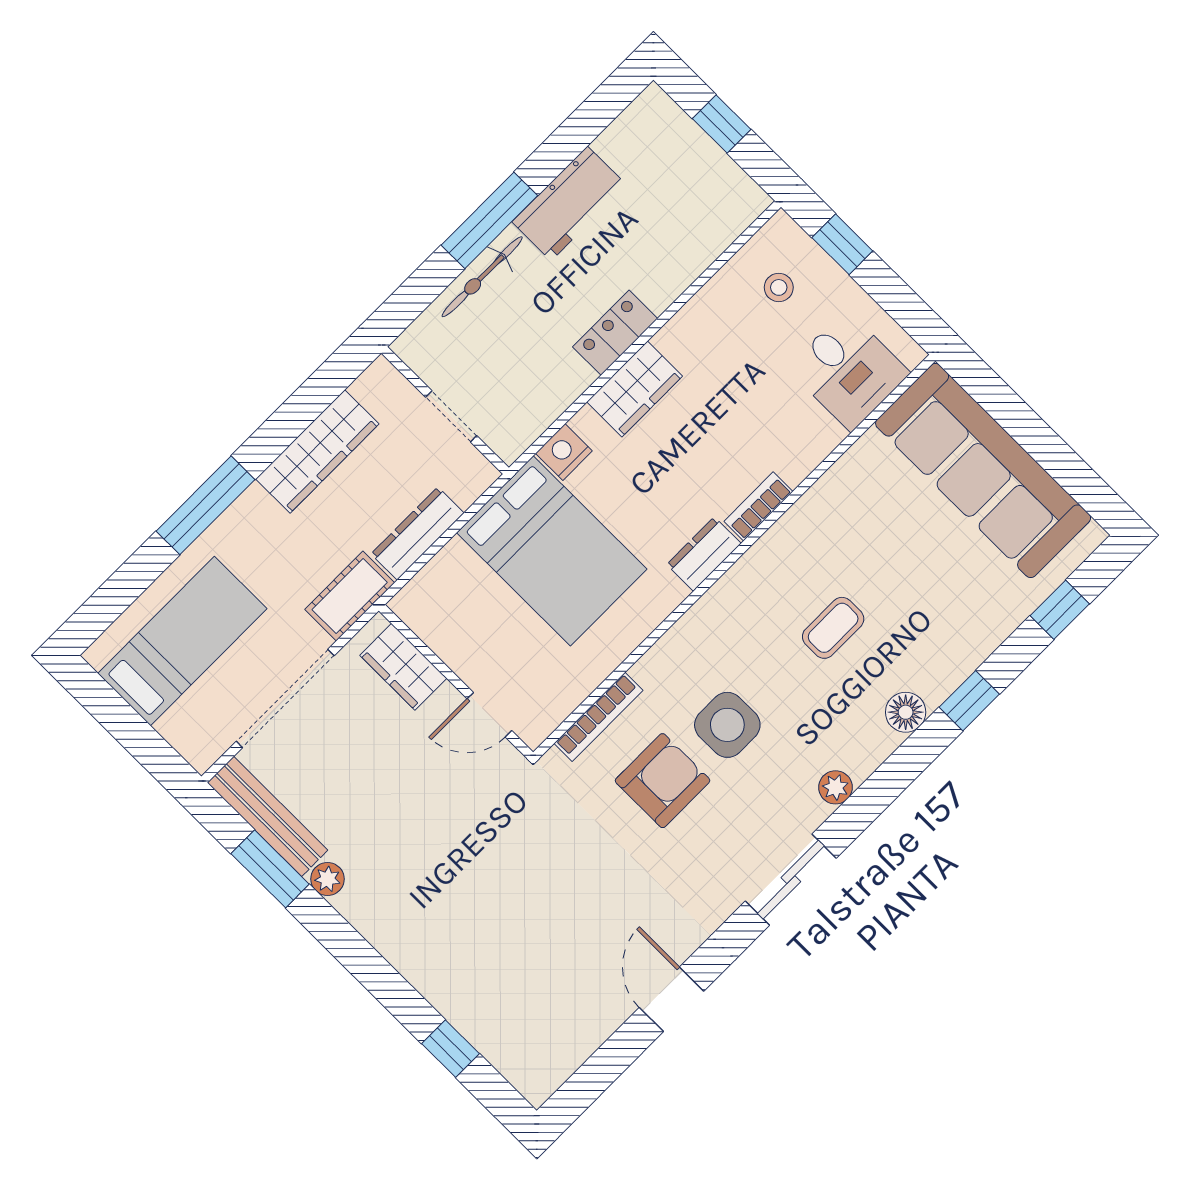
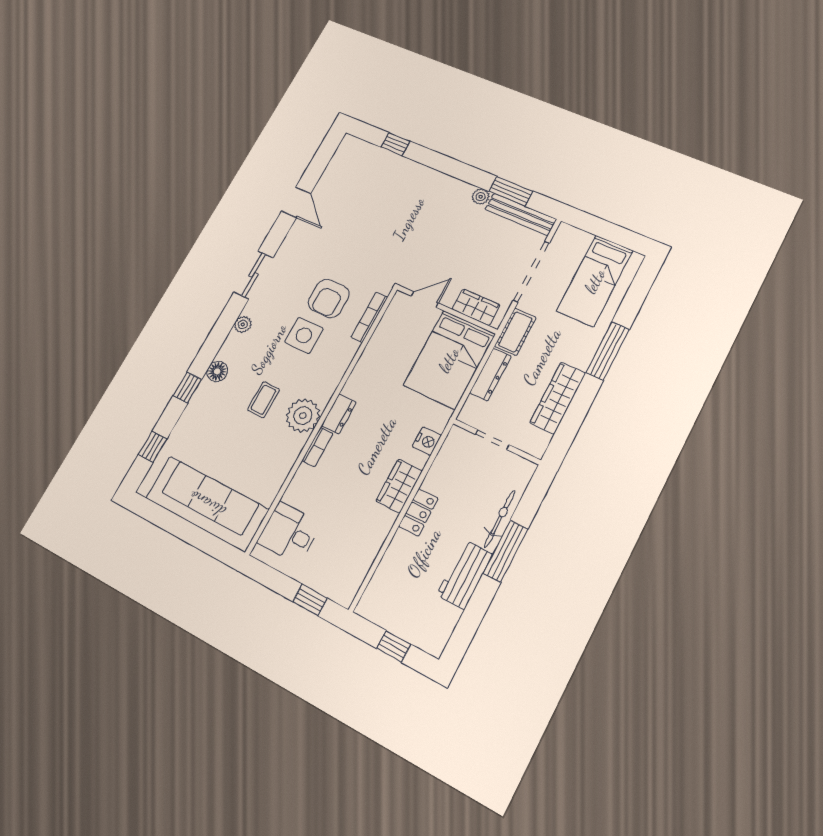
stool: (779, 287) -> (338, 565), removed
bed: (552, 551) -> (449, 360), moved, turned -90
plant: (769, 573) -> (303, 416), added

